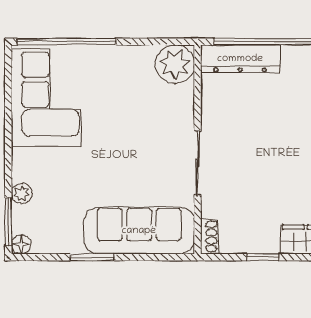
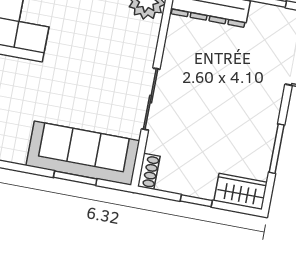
window: (92, 257) -> (75, 178), moved

